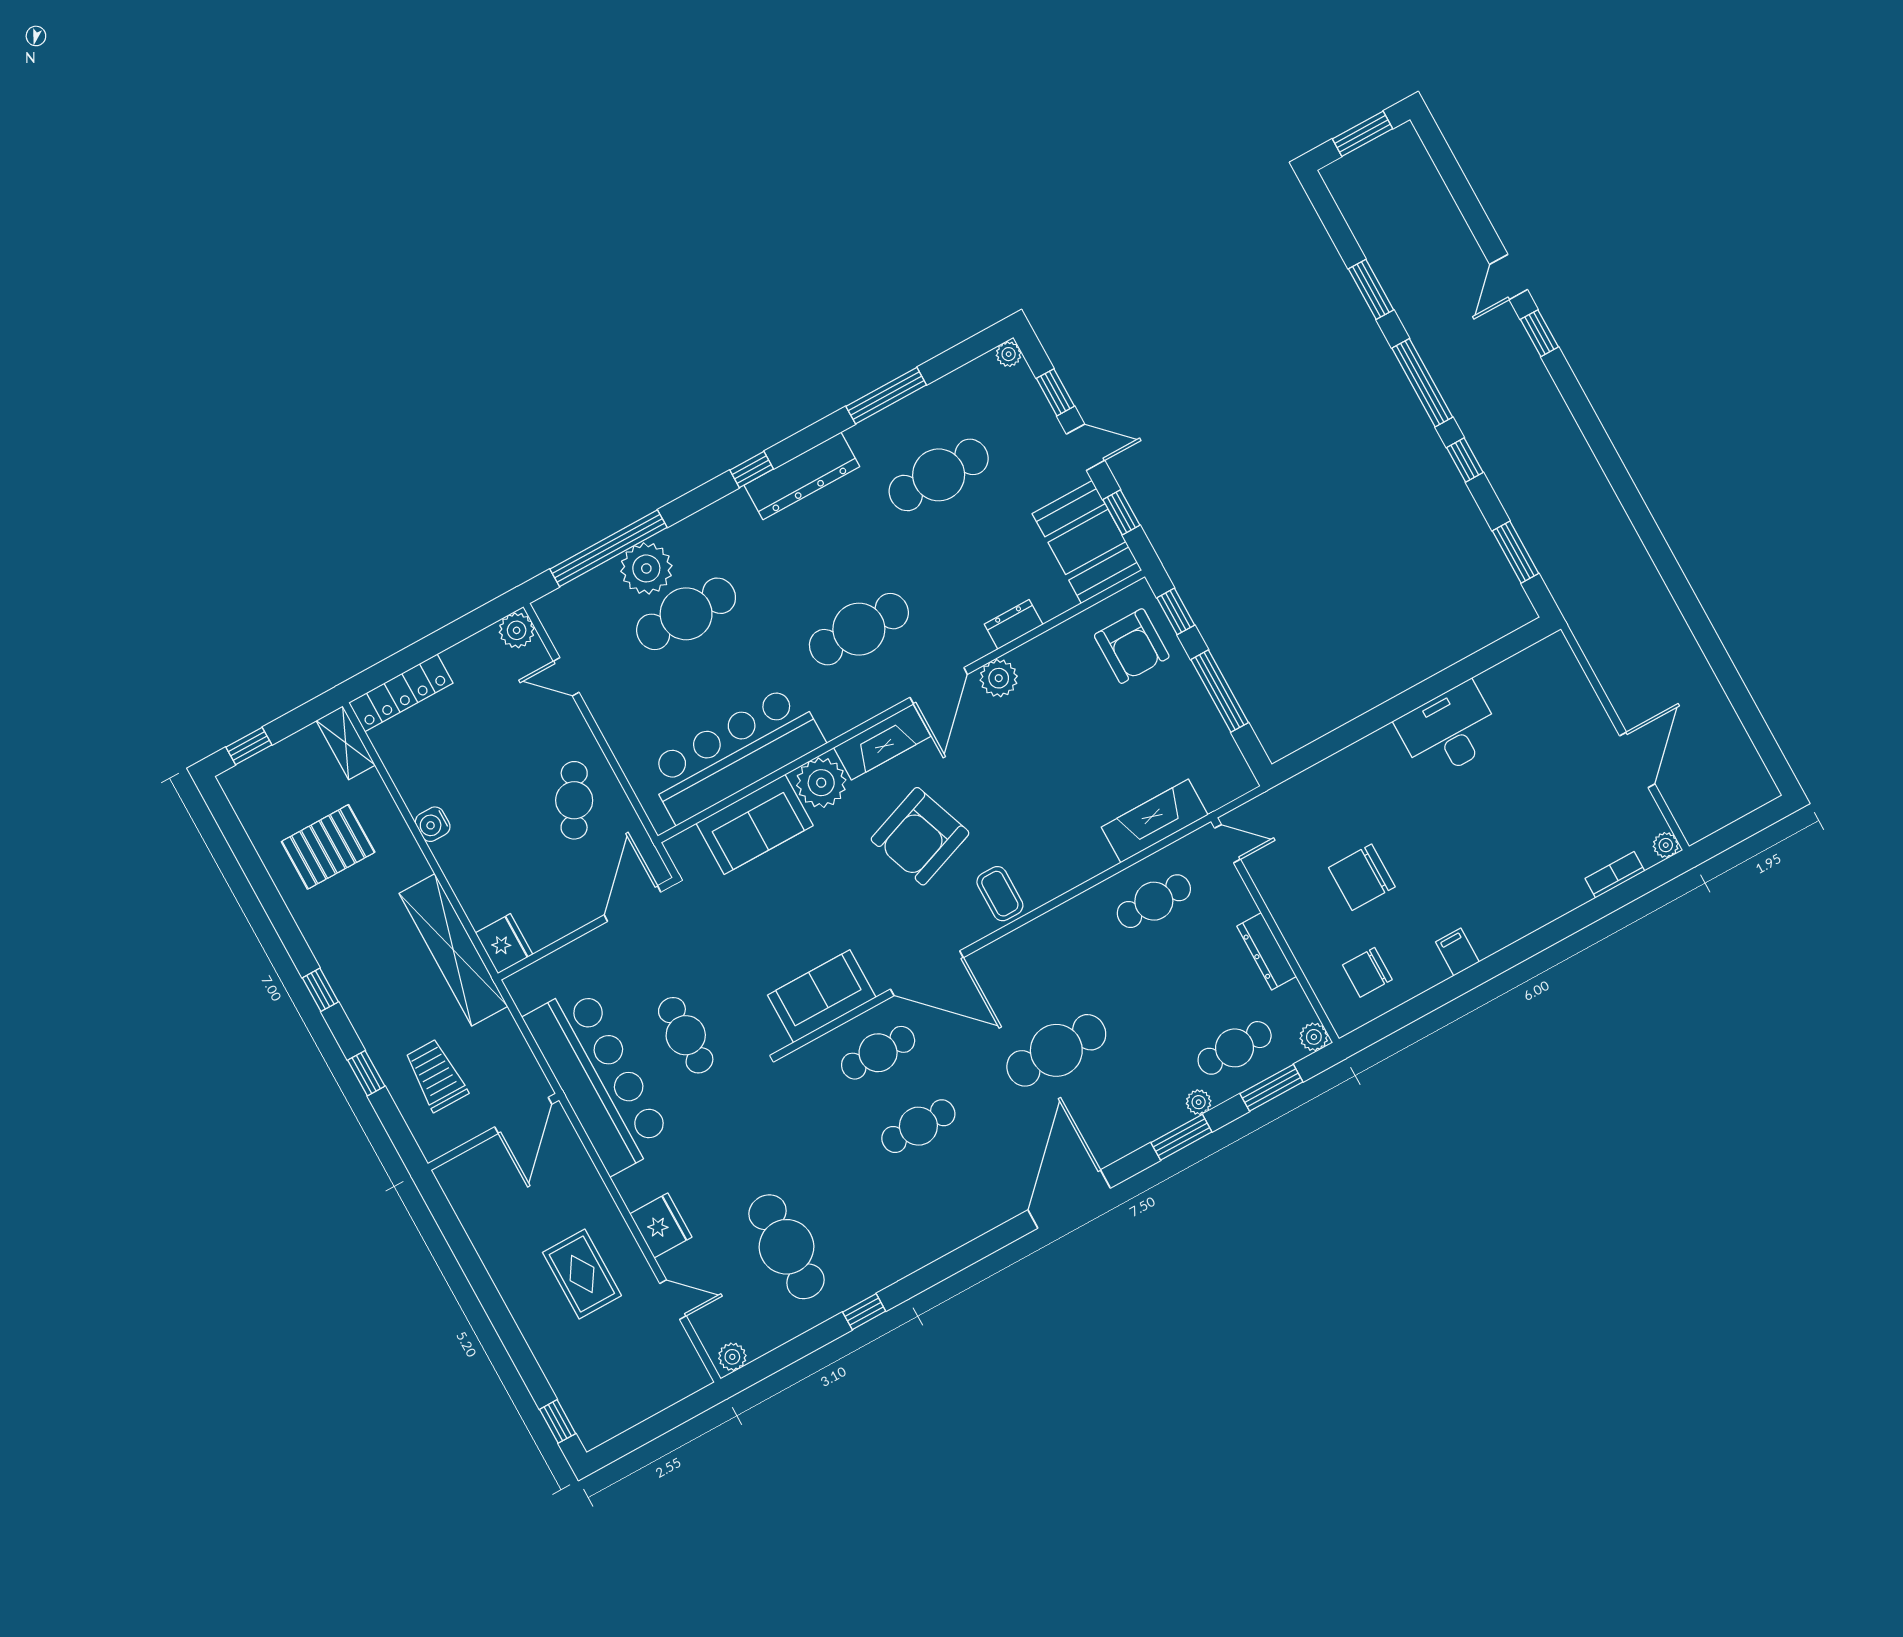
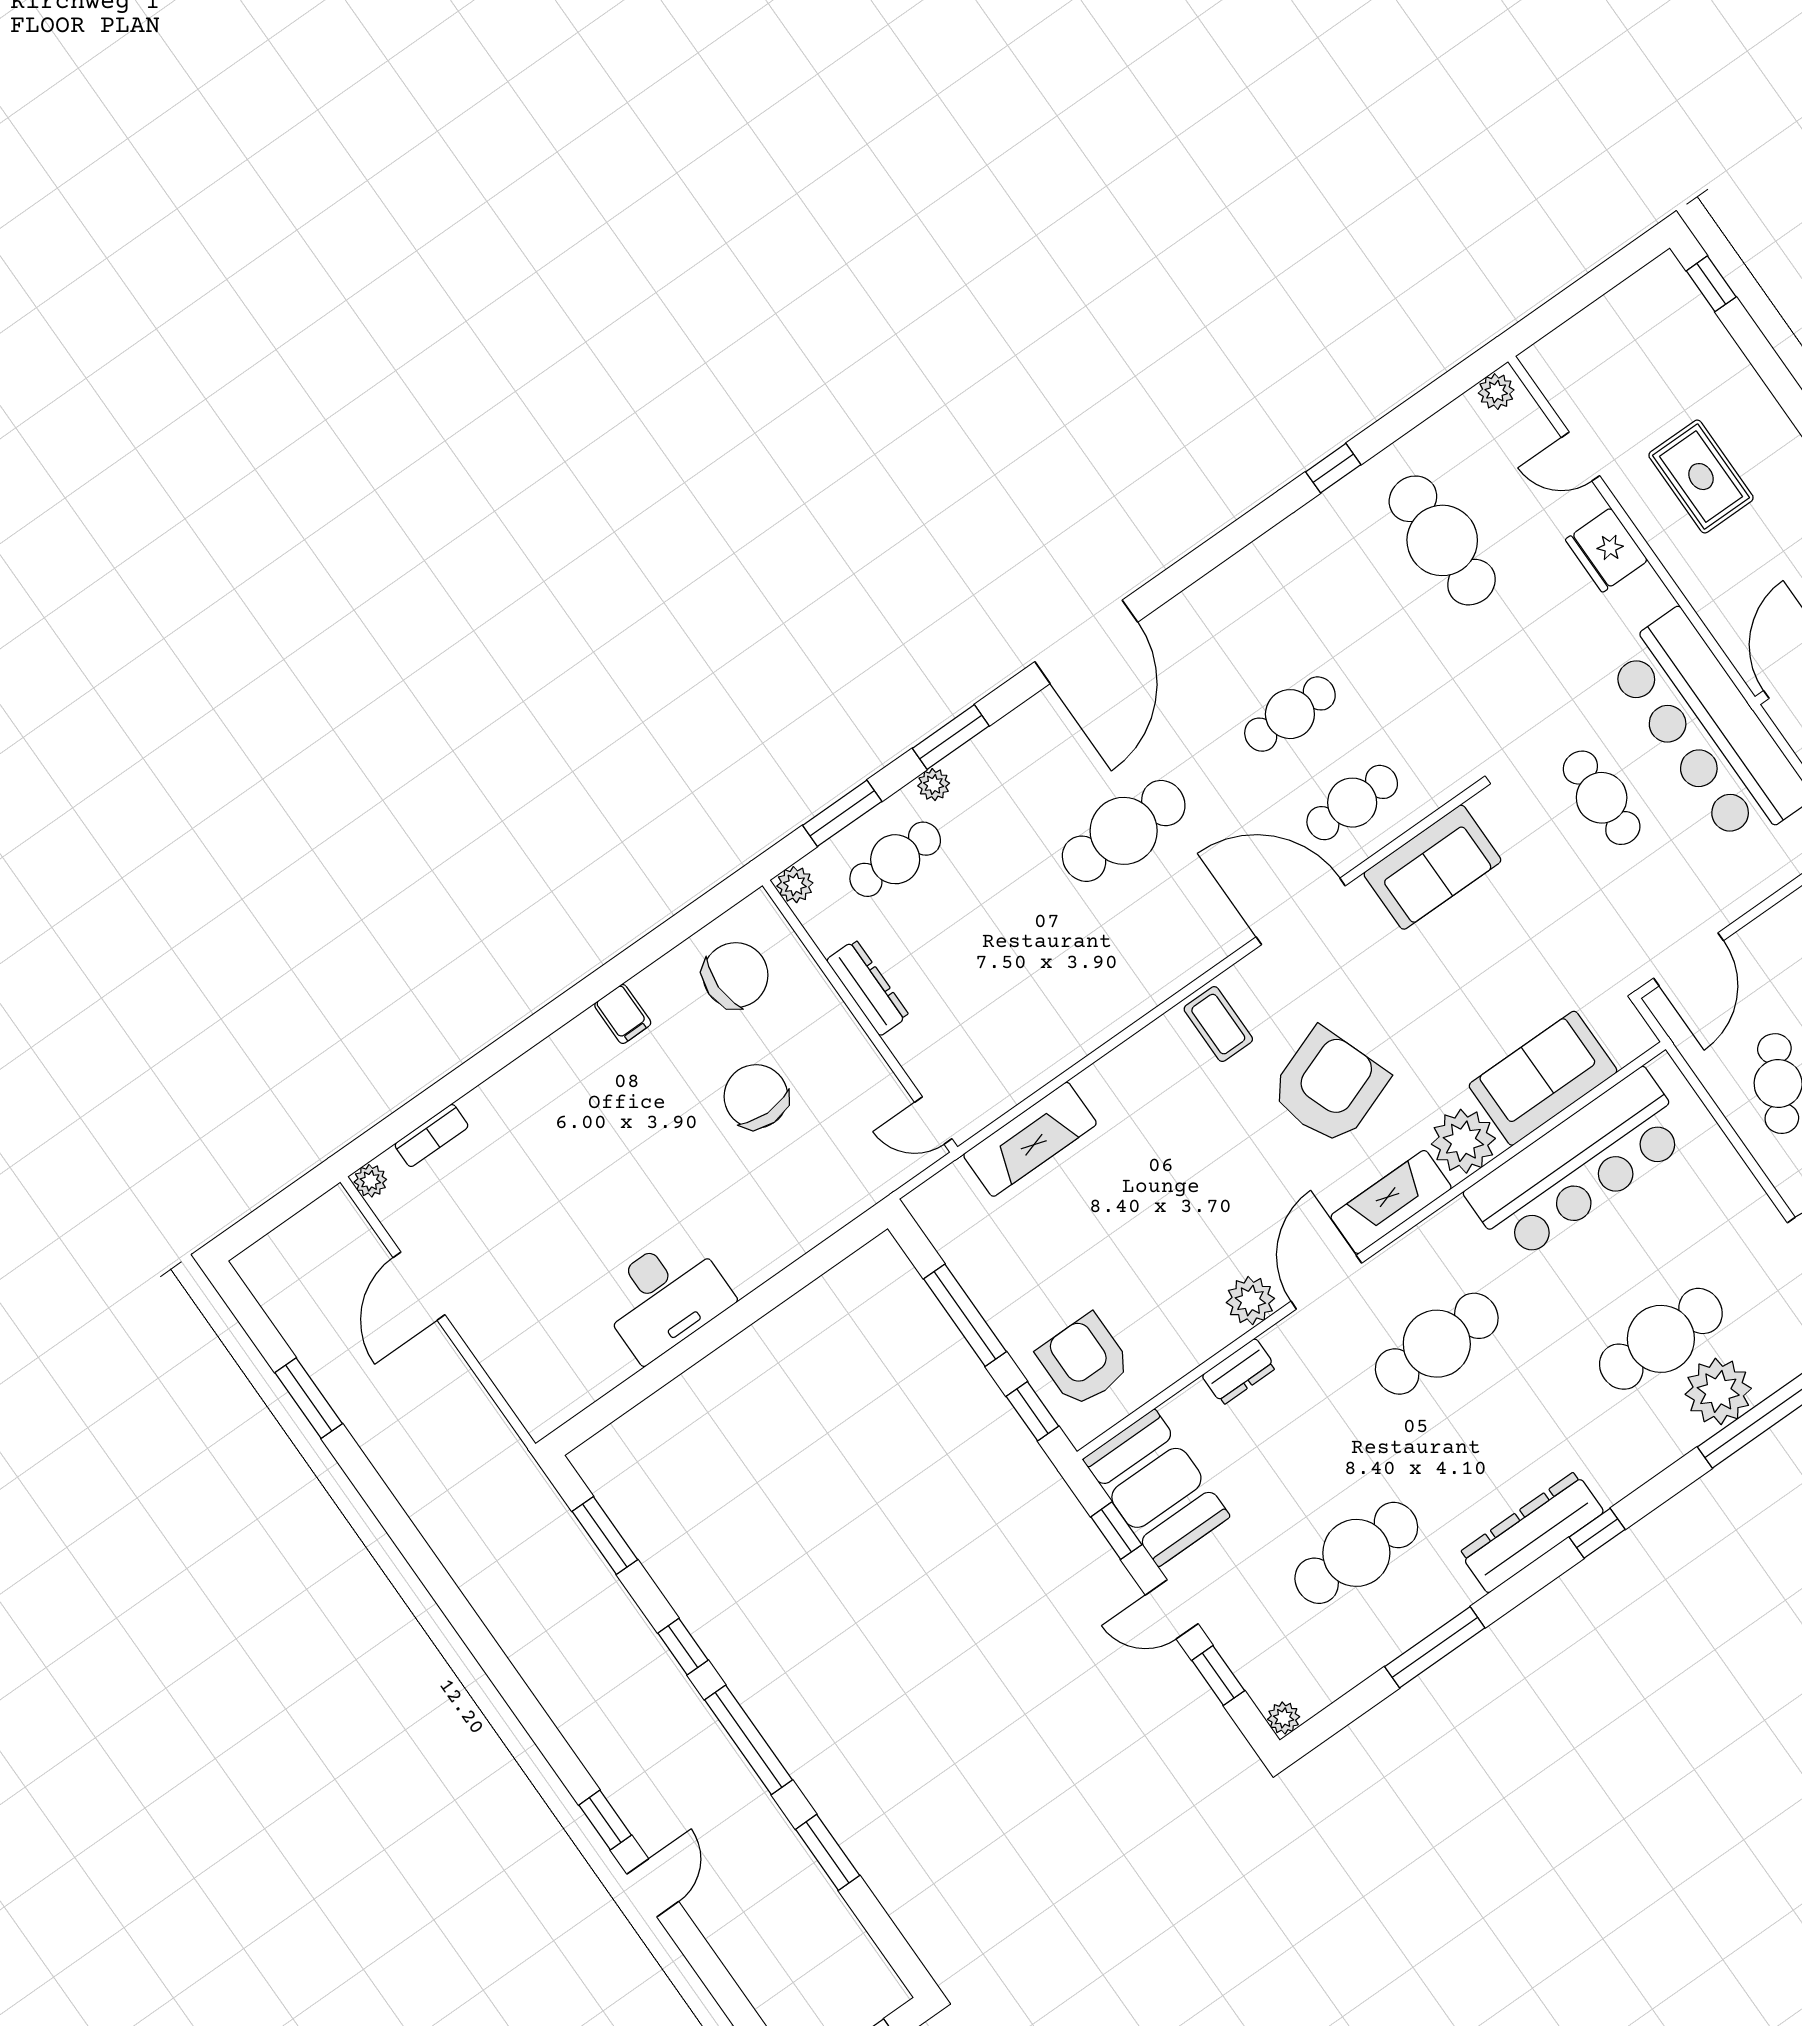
window: (1732, 683) -> (309, 1398), added
chair: (1362, 877) -> (756, 1096), turned -90
cafe table: (1154, 901) -> (1020, 1036), removed
chair: (1367, 972) -> (735, 975), width x1.37, depth x1.37

